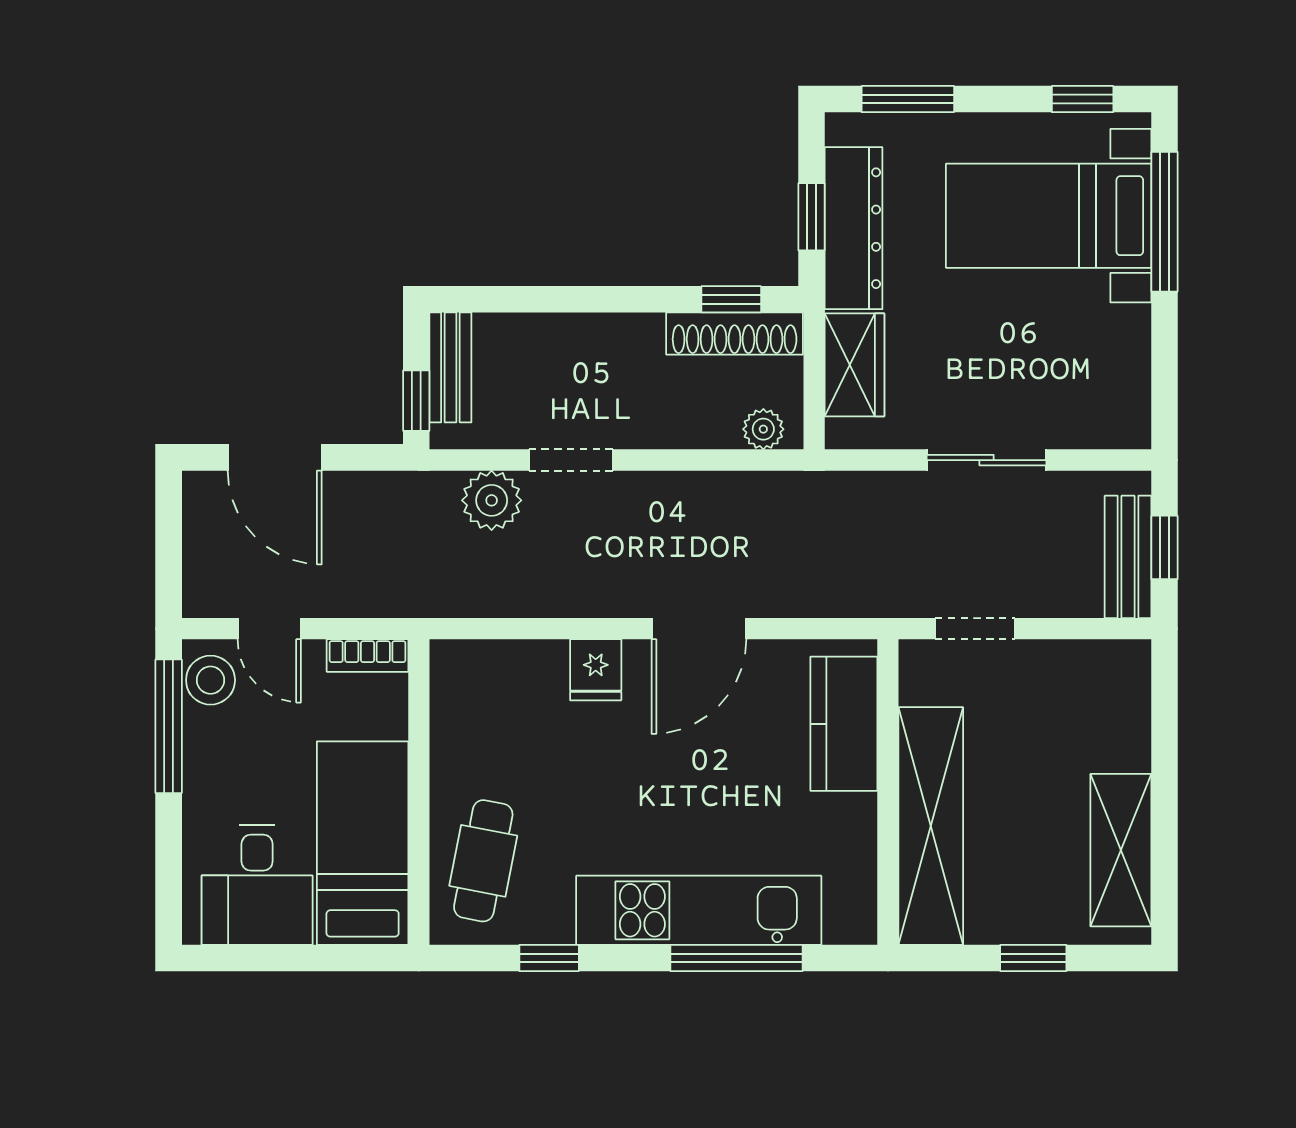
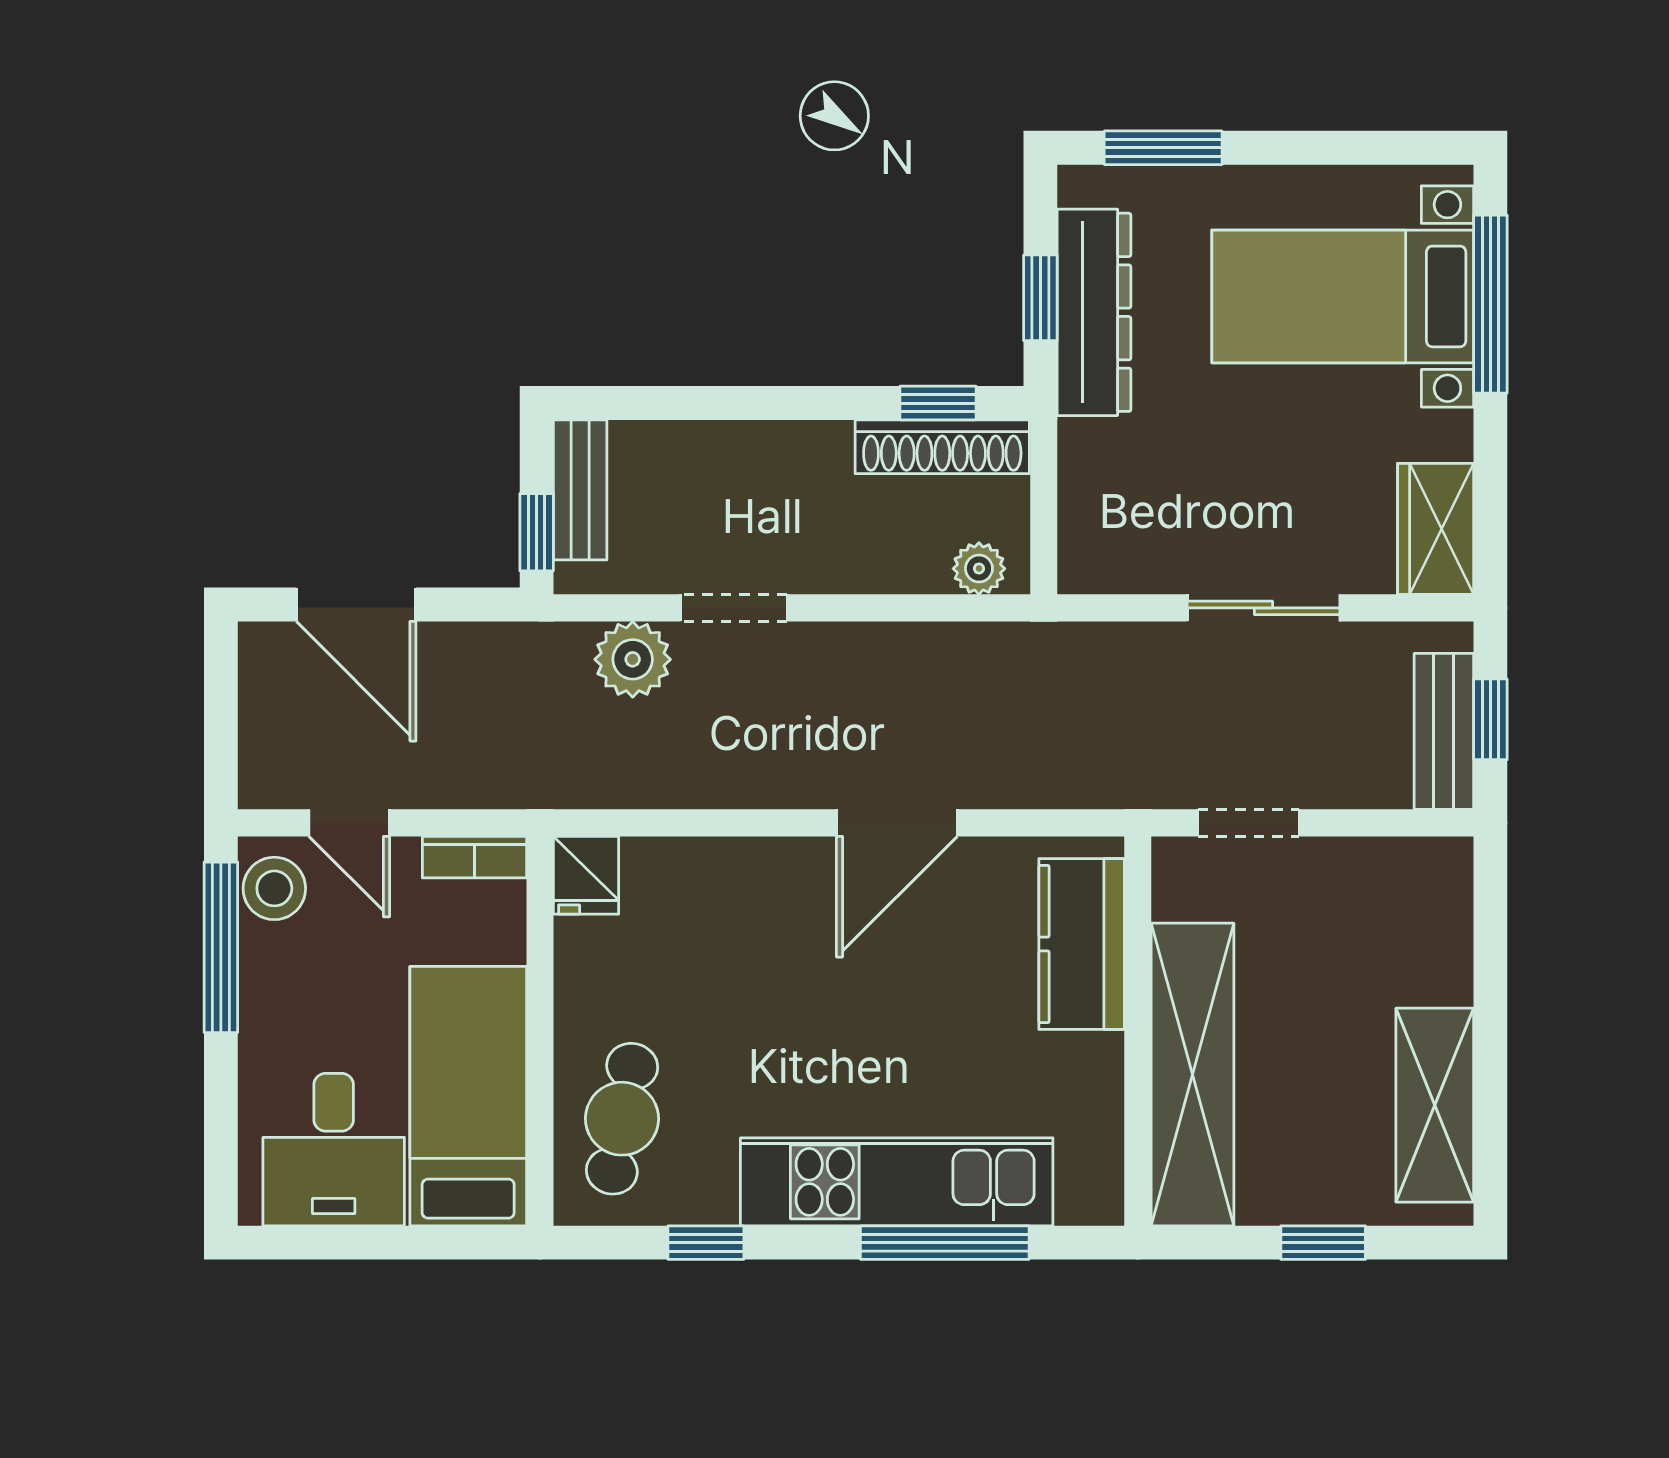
window: (1083, 99) -> (1386, 148), removed
wardrobe: (854, 365) -> (1436, 529), moved, turned 180
fridge: (596, 670) -> (586, 875), moved

